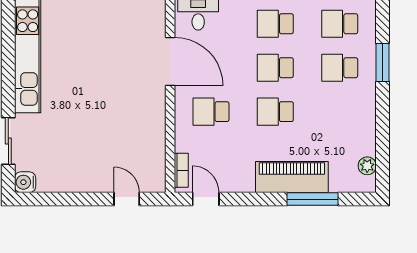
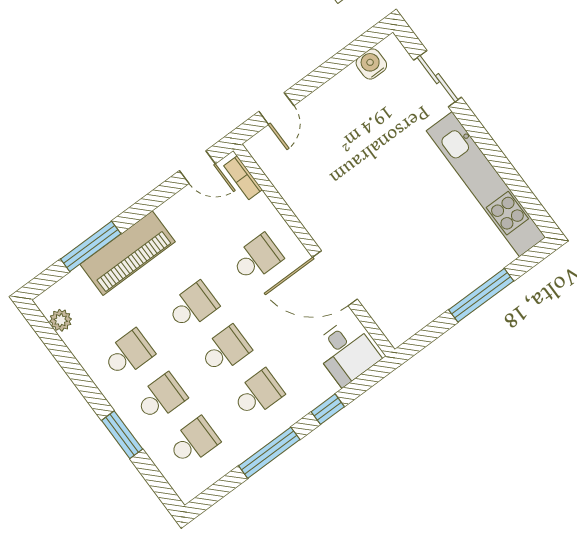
school desk: (340, 112) -> (128, 354), added
water cooler: (25, 182) -> (371, 64), moved, turned -90
door: (127, 199) -> (276, 109), hinge flipped

